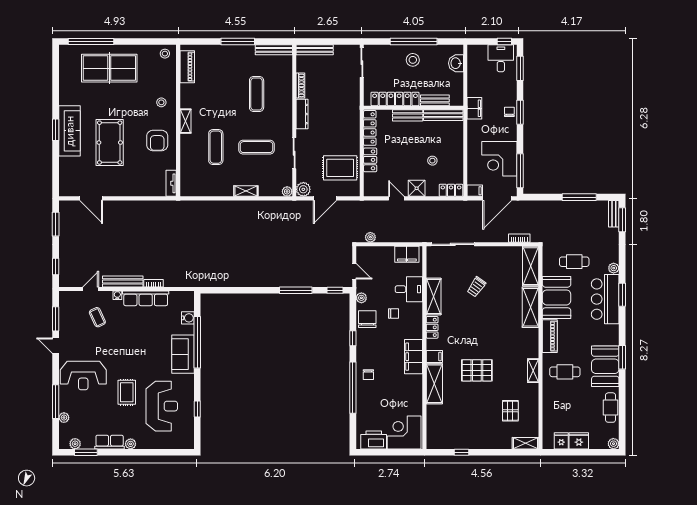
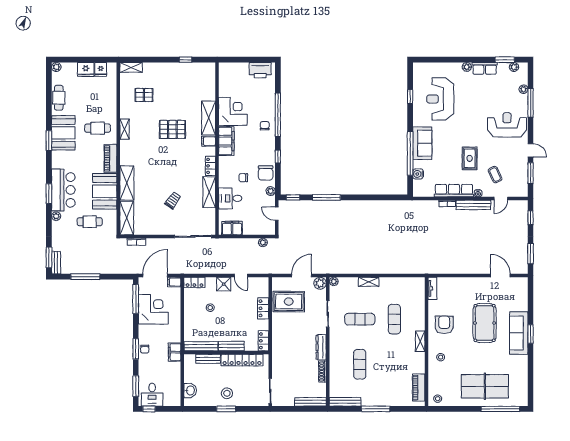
window: (414, 41) -> (226, 409), width x0.47
locker: (370, 128) -> (263, 341), width x0.66
rug: (127, 392) -> (470, 158), moved
pallet: (510, 411) -> (144, 95), turned 90
corner desk: (404, 432) -> (233, 111), moved, turned -90

